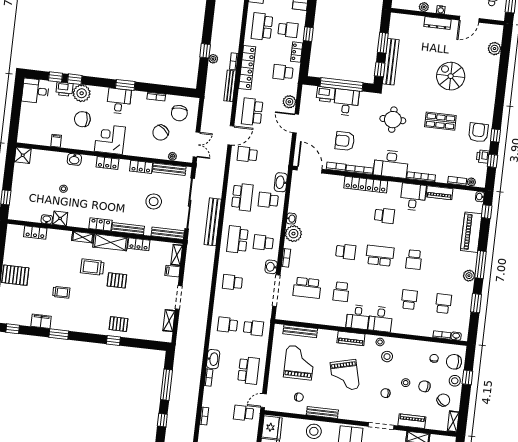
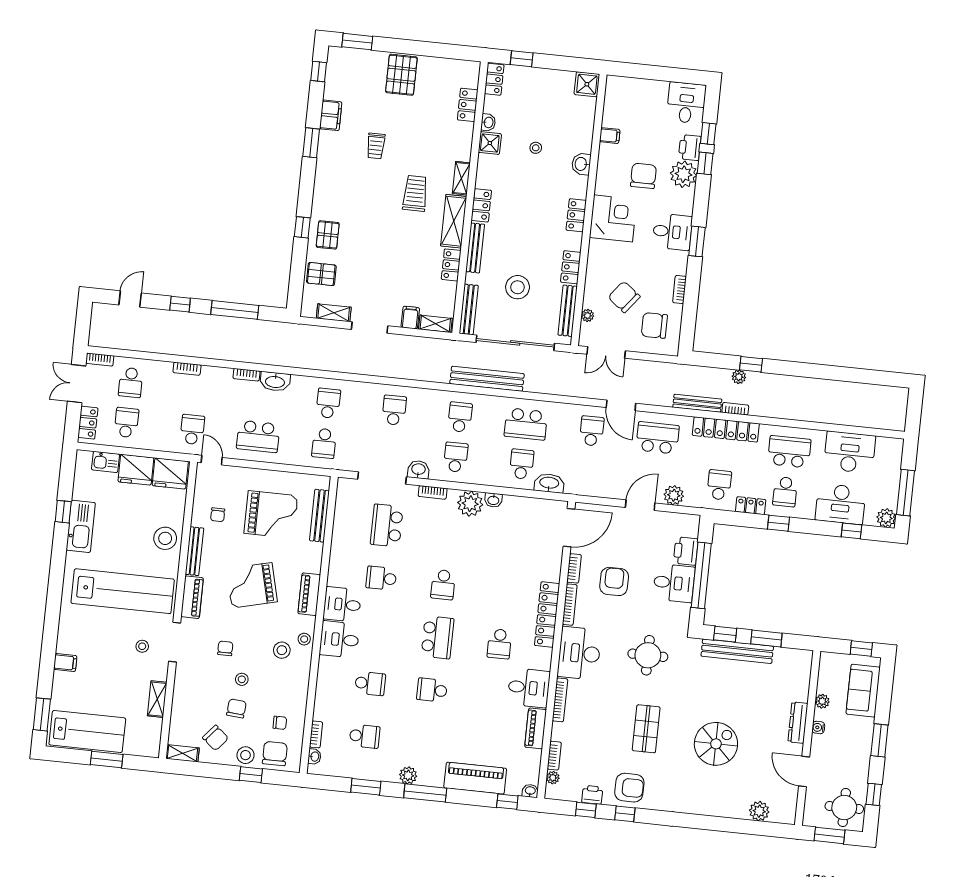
locker: (19, 215) -> (494, 79), added
school desk: (237, 240) -> (460, 417), width x0.54
pallet: (117, 280) -> (321, 274), moved, turned 90
piano: (412, 421) -> (192, 597), moved

